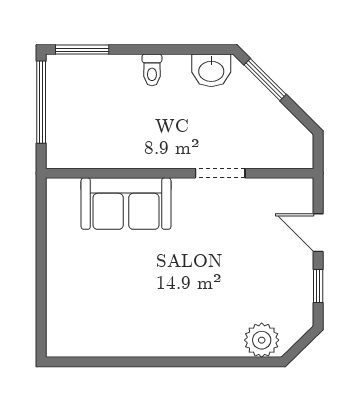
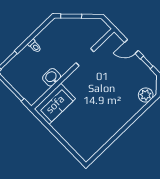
washbasin: (211, 70) -> (52, 77), moved, turned 180
sofa: (126, 204) -> (55, 104), moved

